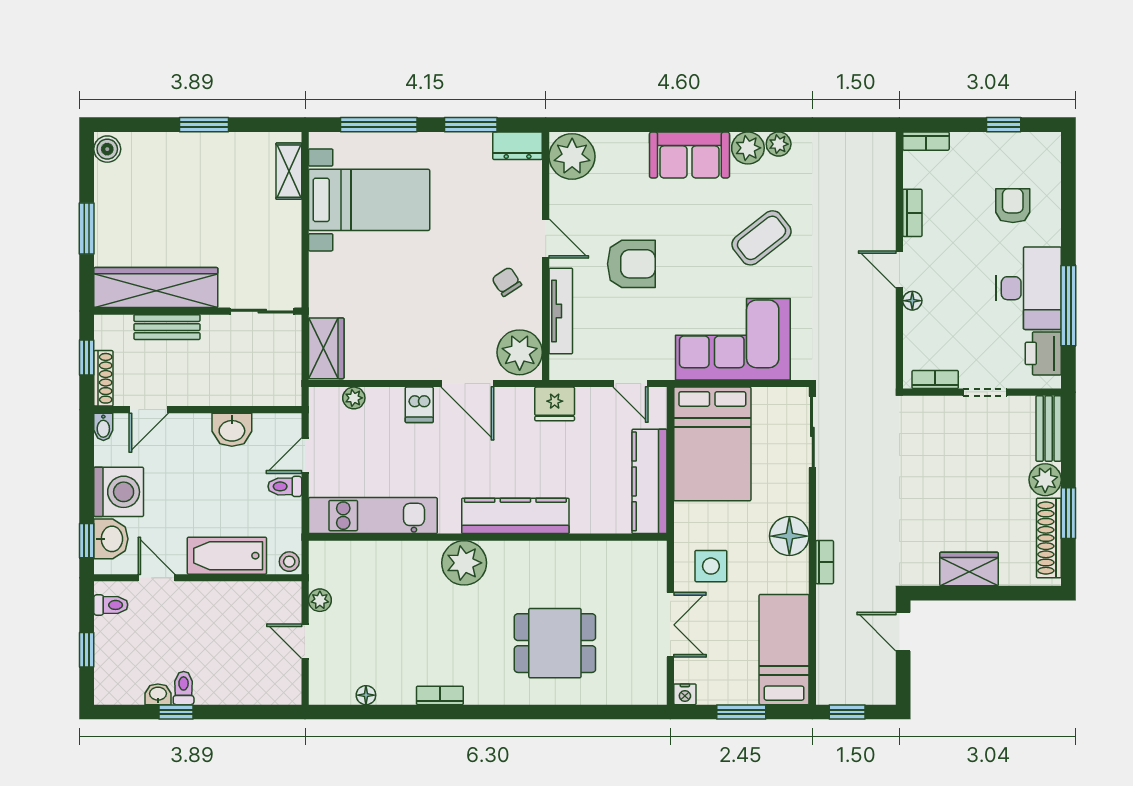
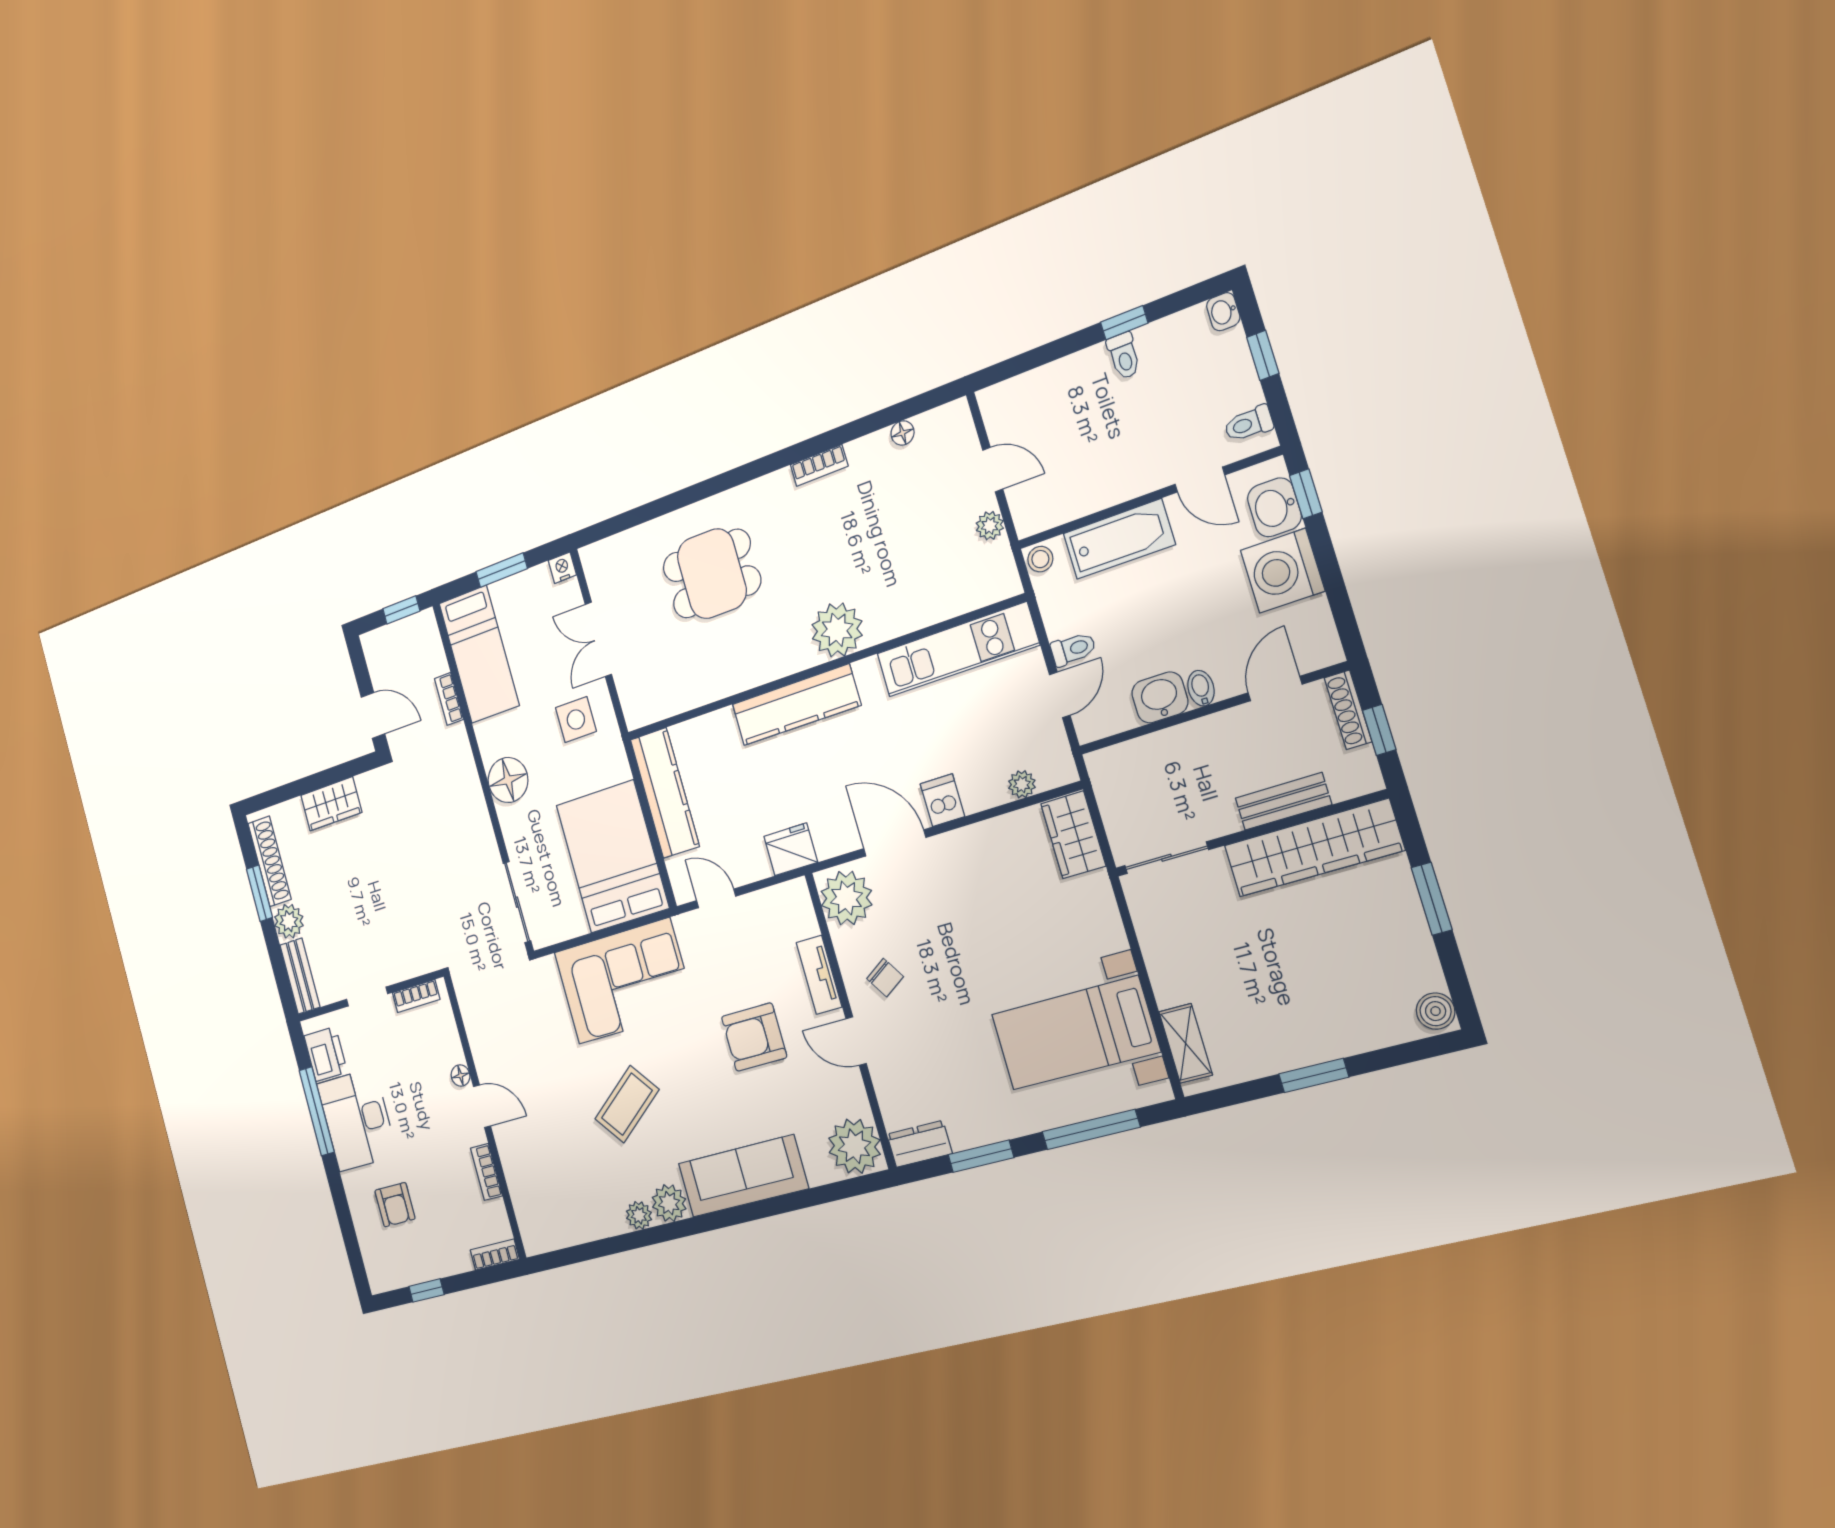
sofa: (689, 155) -> (743, 1176), width x1.36
tv unit: (561, 311) -> (819, 975), width x0.71
bidet: (103, 427) -> (1201, 688), moved
bookcase: (825, 562) -> (449, 699), moved
washbasin: (158, 694) -> (1223, 312), moved, turned 90

